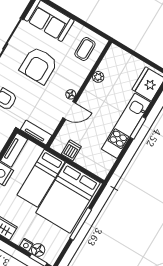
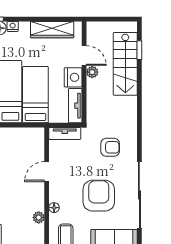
floor lamp: (71, 94) -> (54, 208), moved
dishwasher: (71, 150) -> (23, 136), removed

